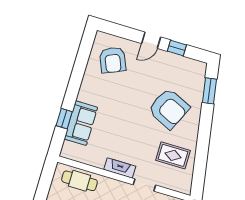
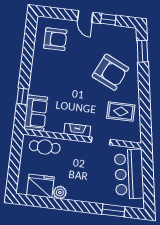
door: (151, 40) -> (85, 17), hinge flipped
armchair: (113, 60) -> (55, 39), turned -67
sofa: (81, 123) -> (36, 113), moved

